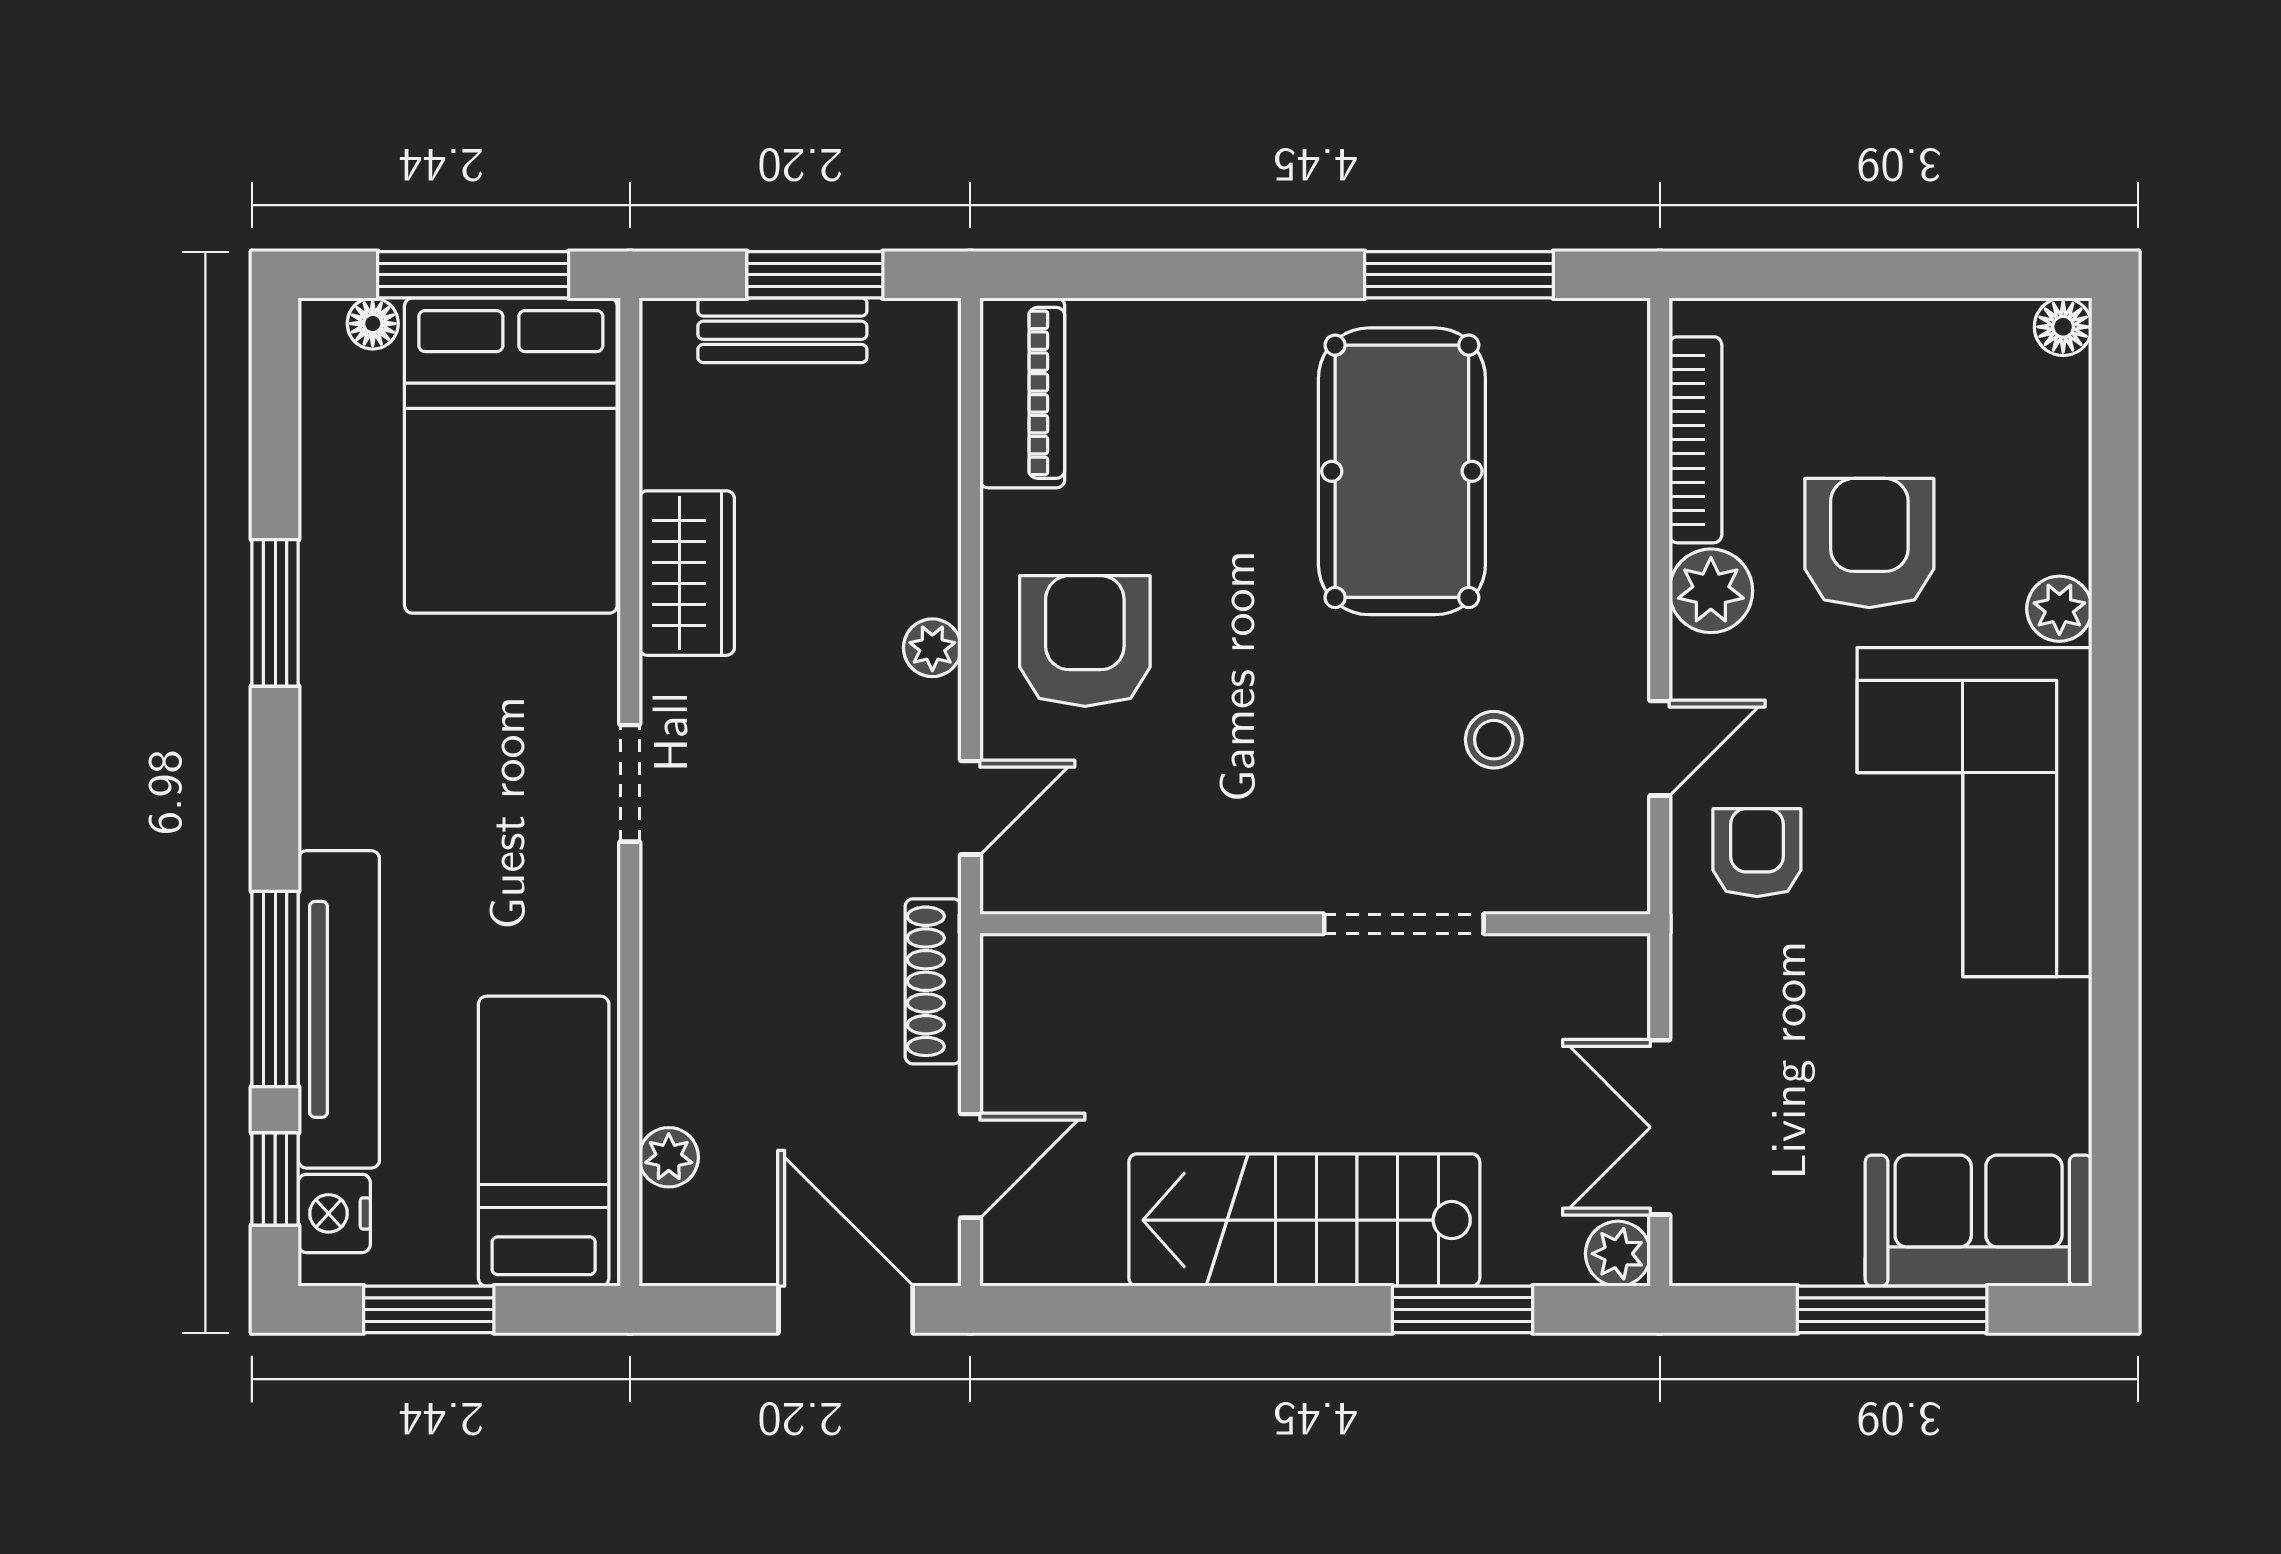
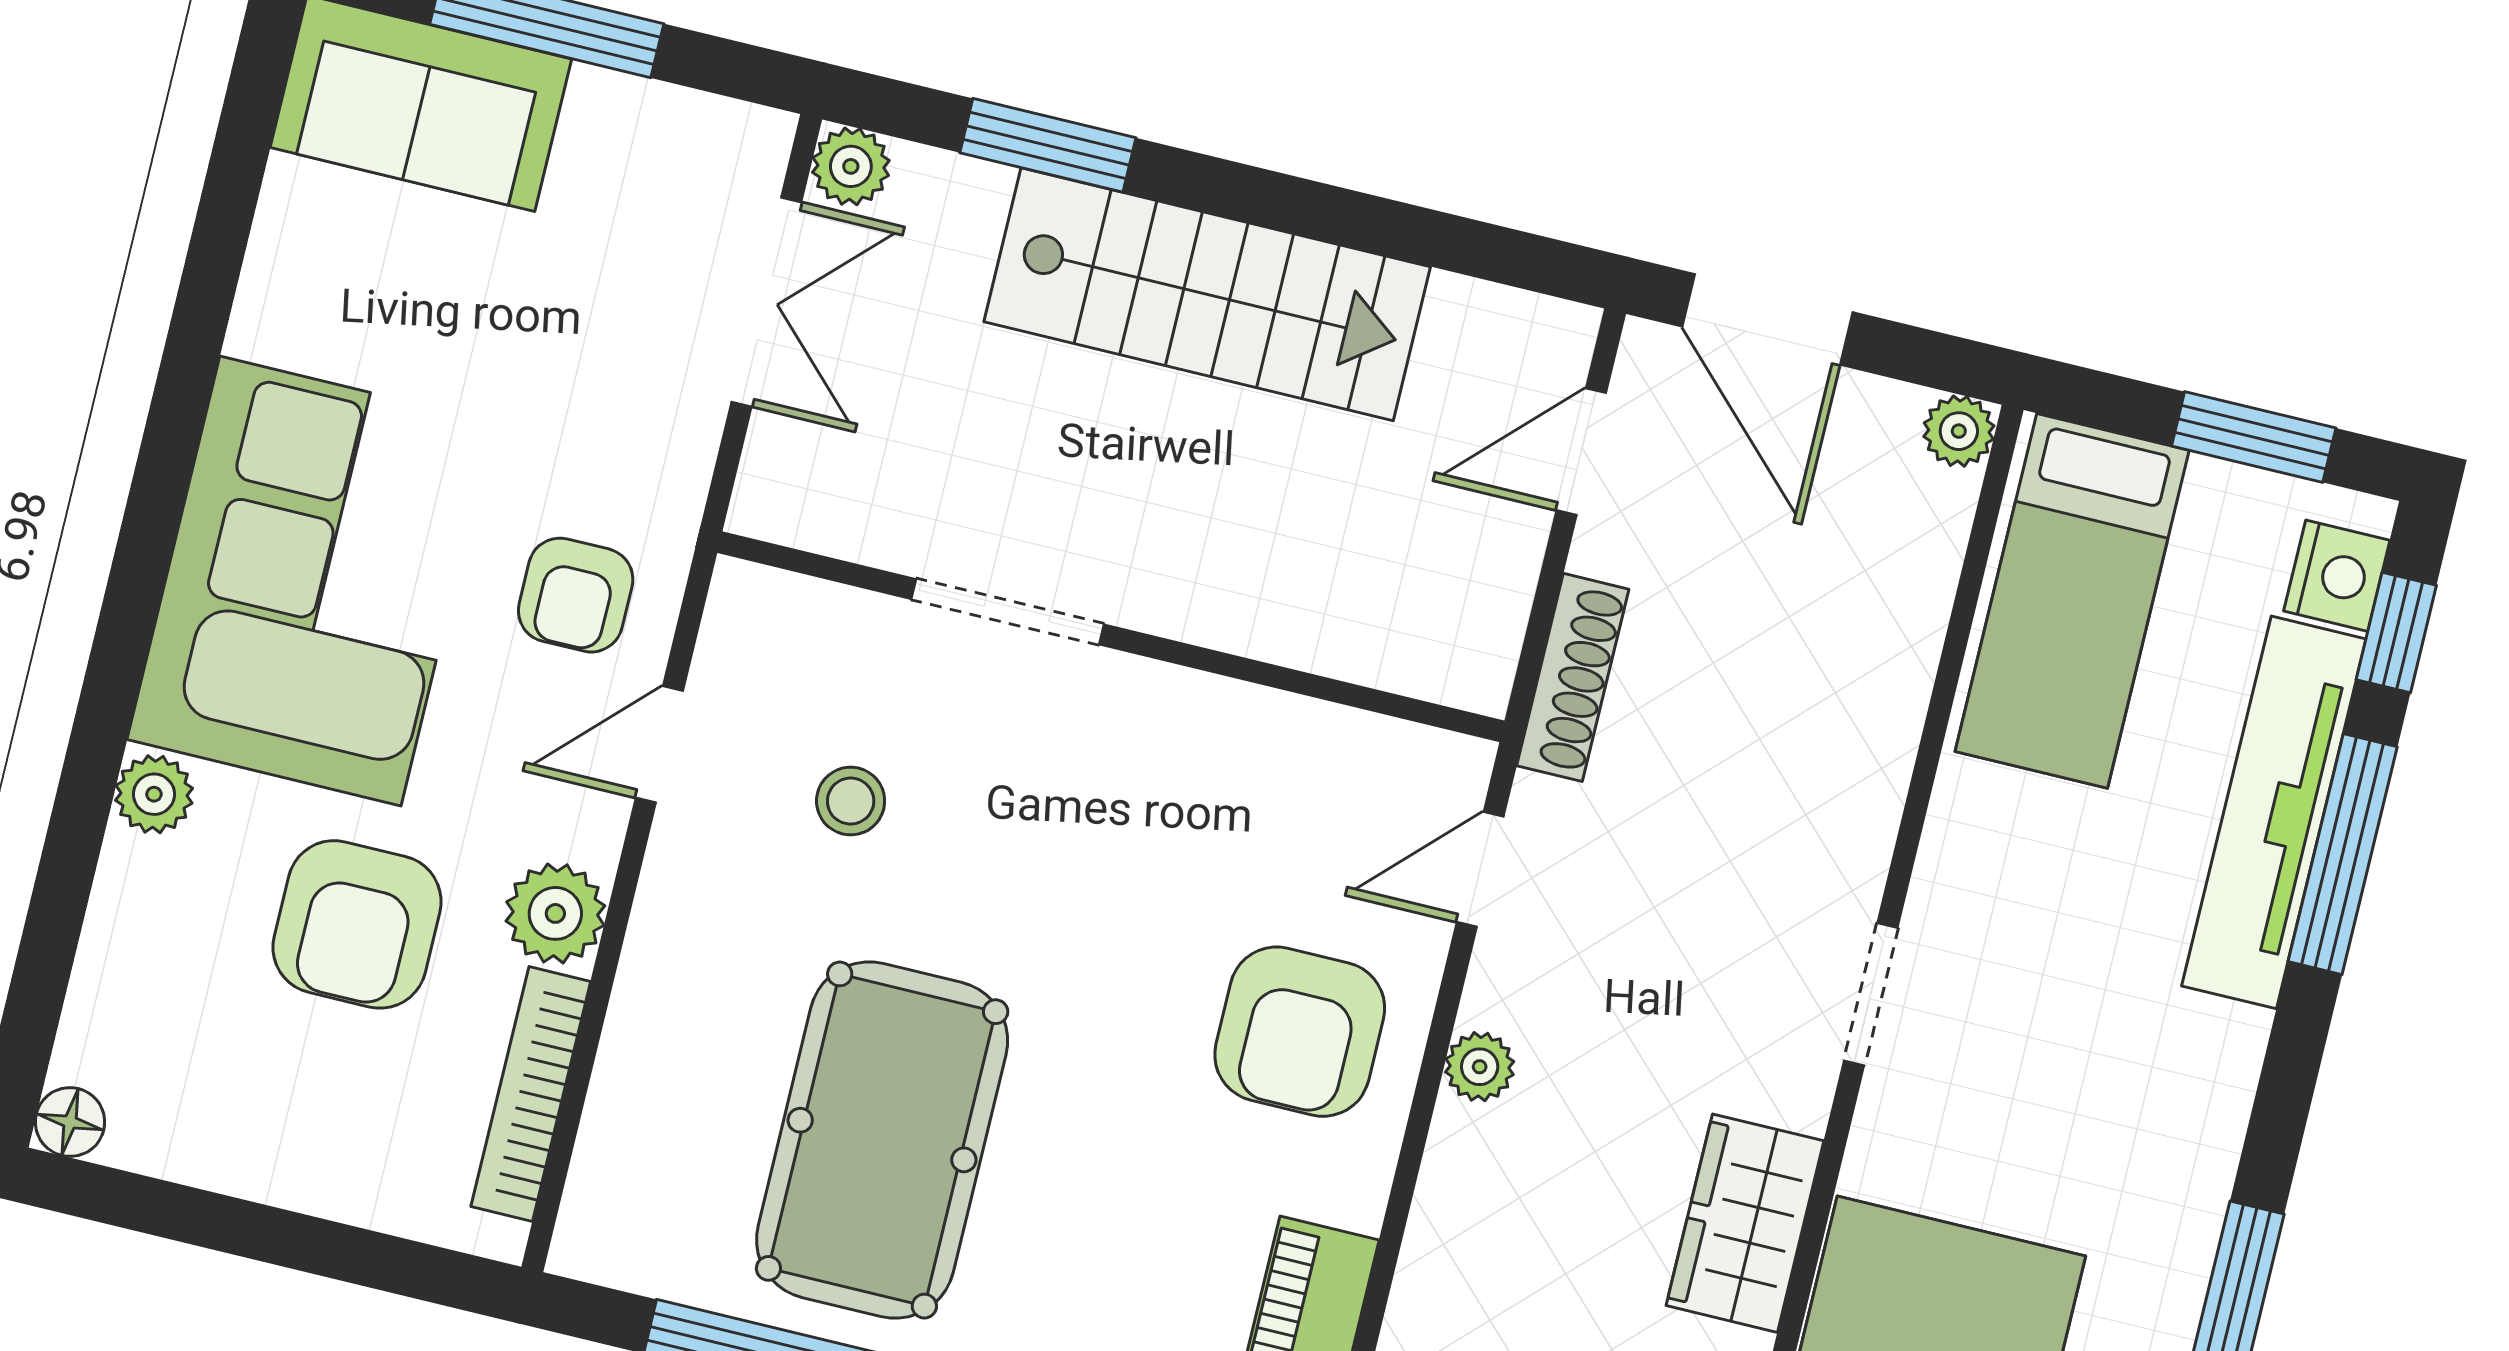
plant: (669, 1157) -> (1959, 431), moved

